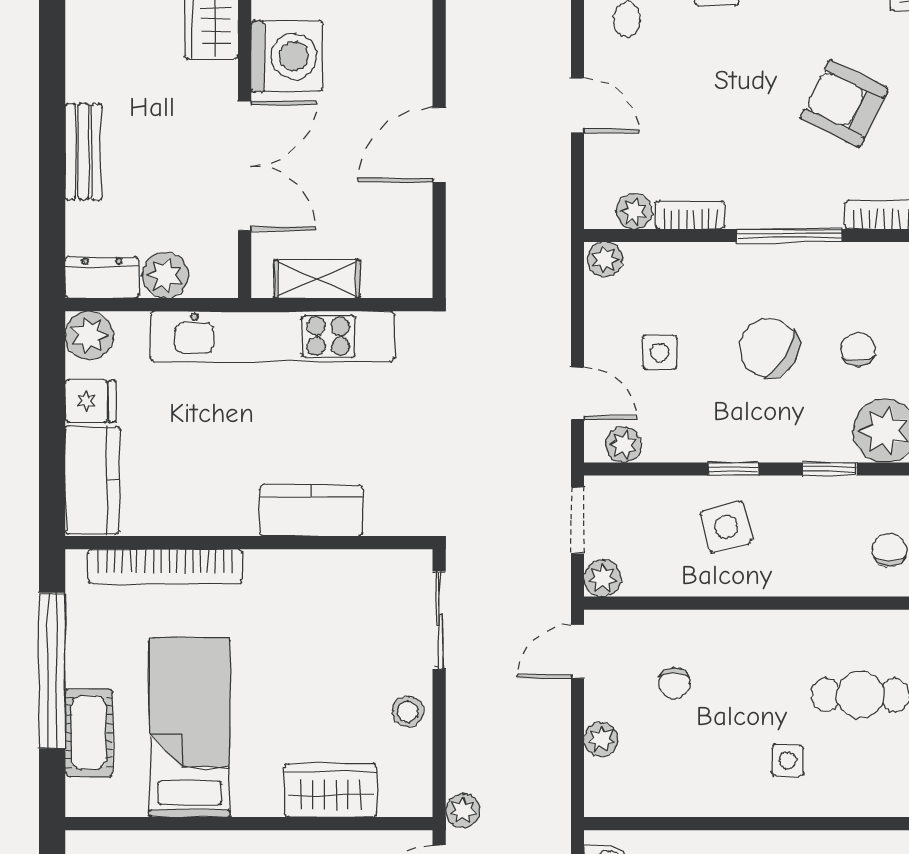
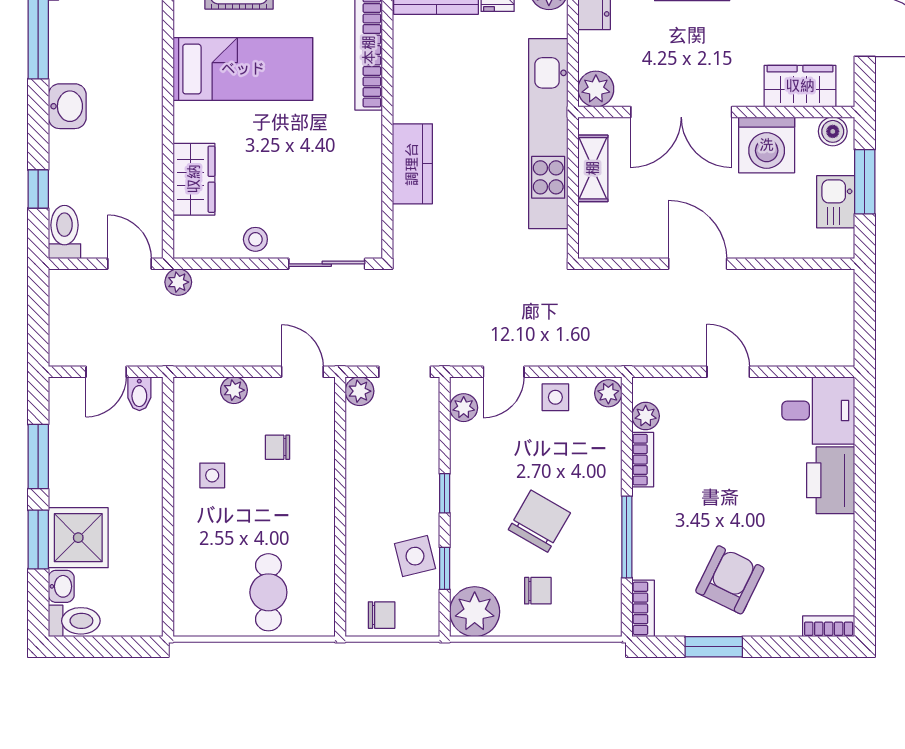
door: (577, 106) -> (728, 372), swing flipped
plant: (165, 275) -> (596, 89), moved
side table: (660, 352) -> (555, 397), moved
side table: (726, 527) -> (415, 556), moved
side table: (788, 760) -> (212, 475), moved

